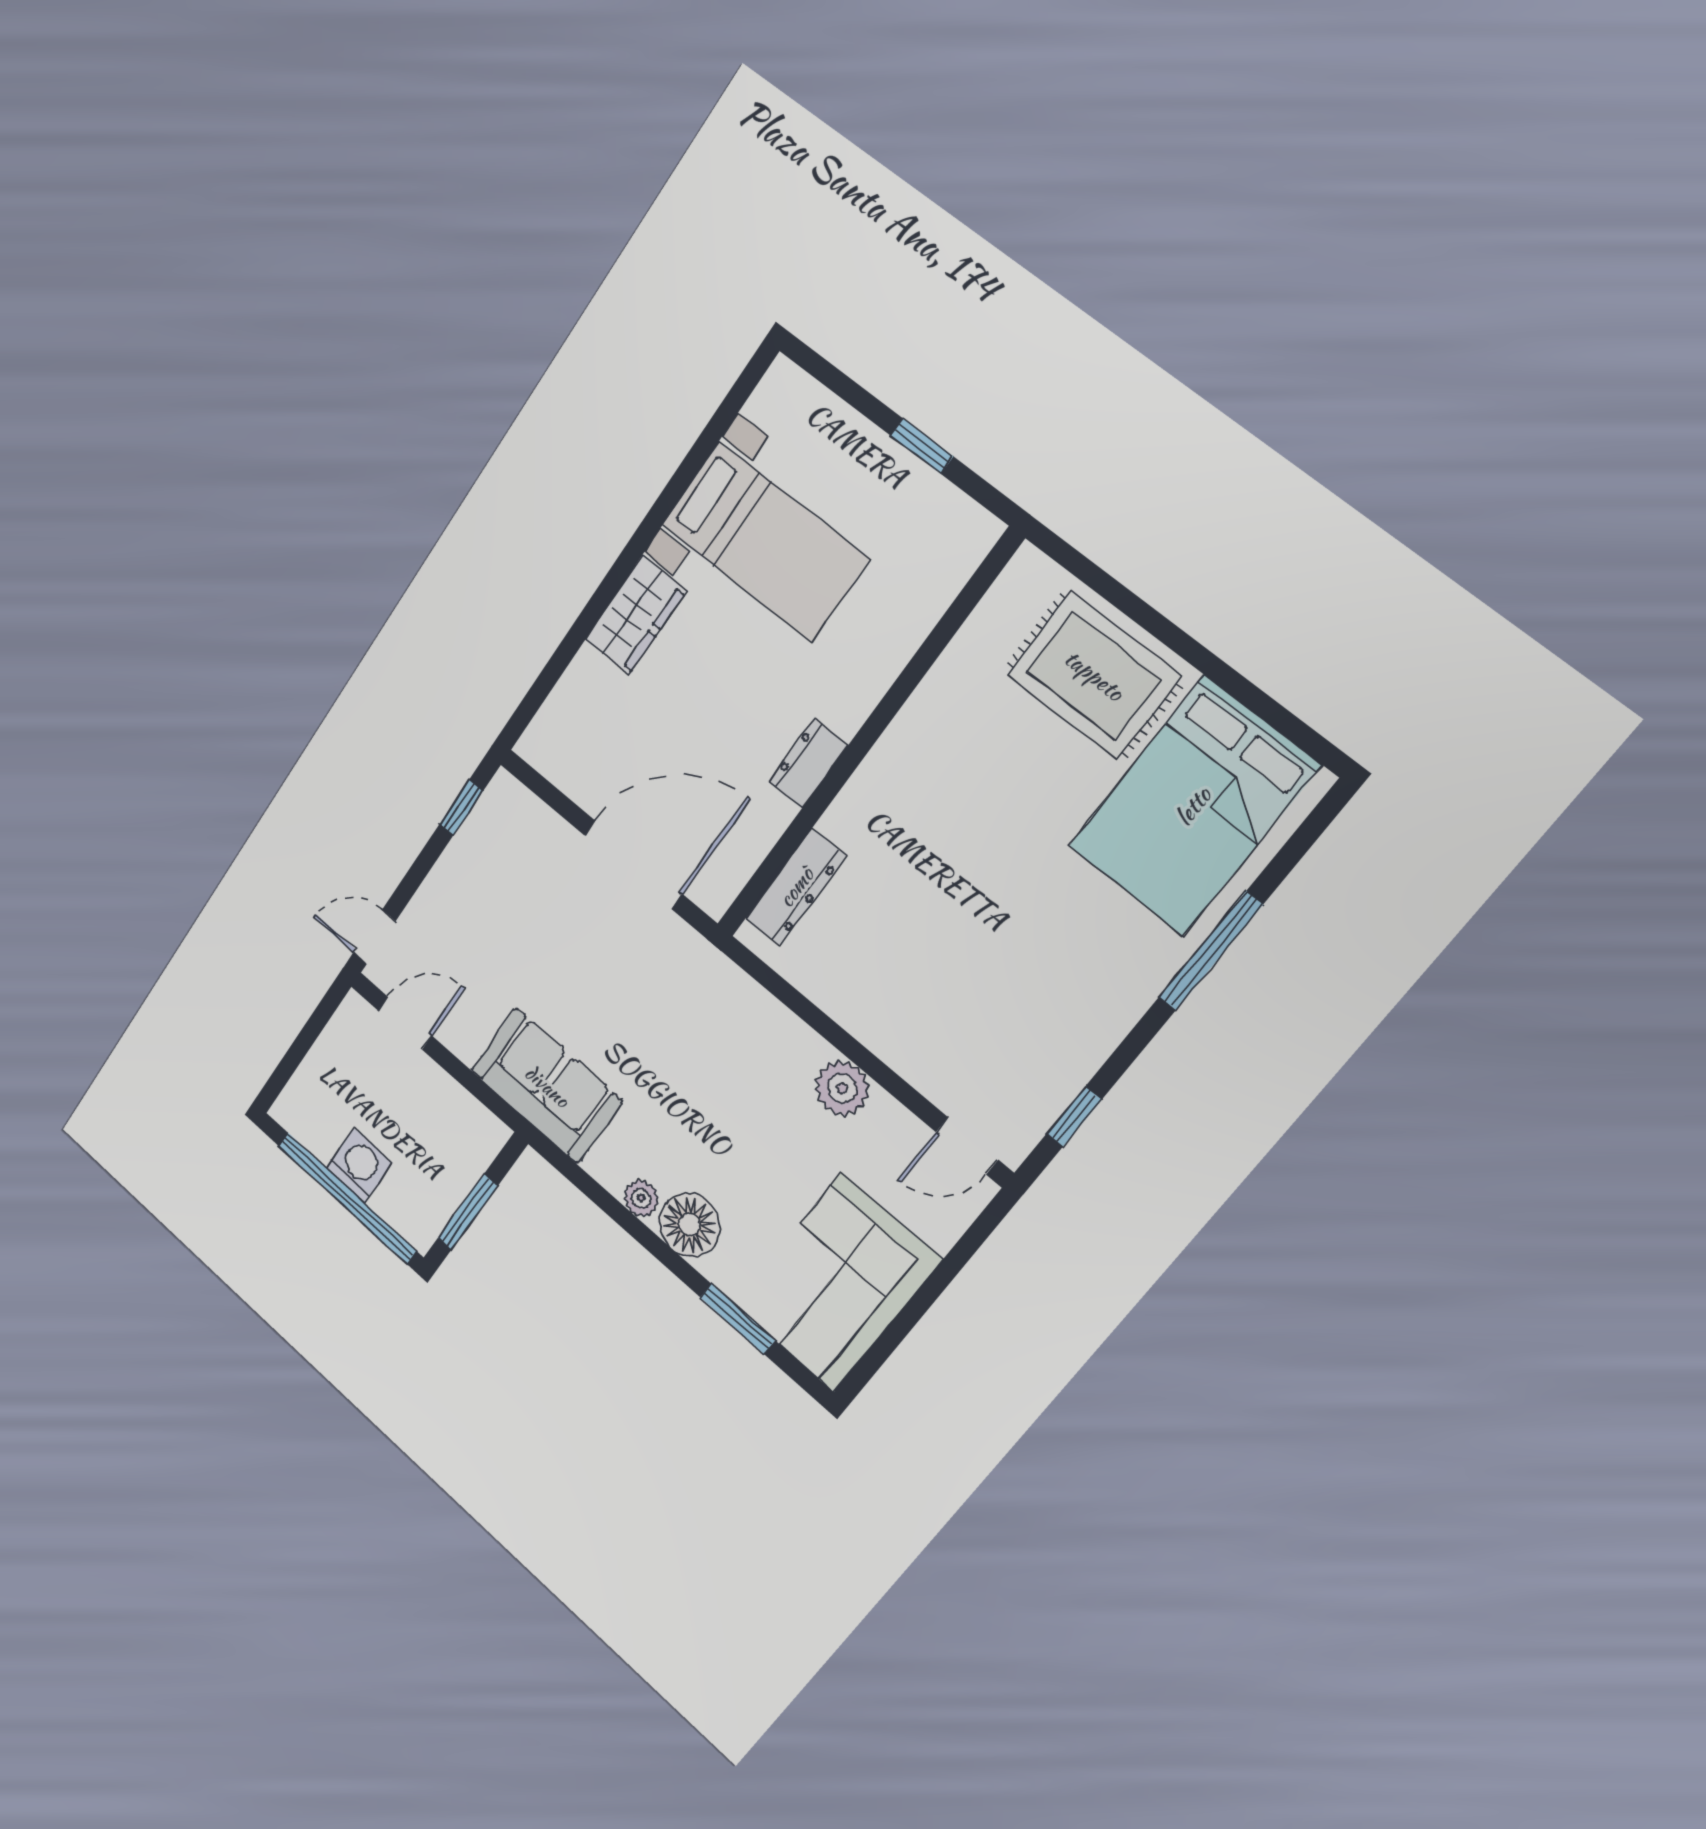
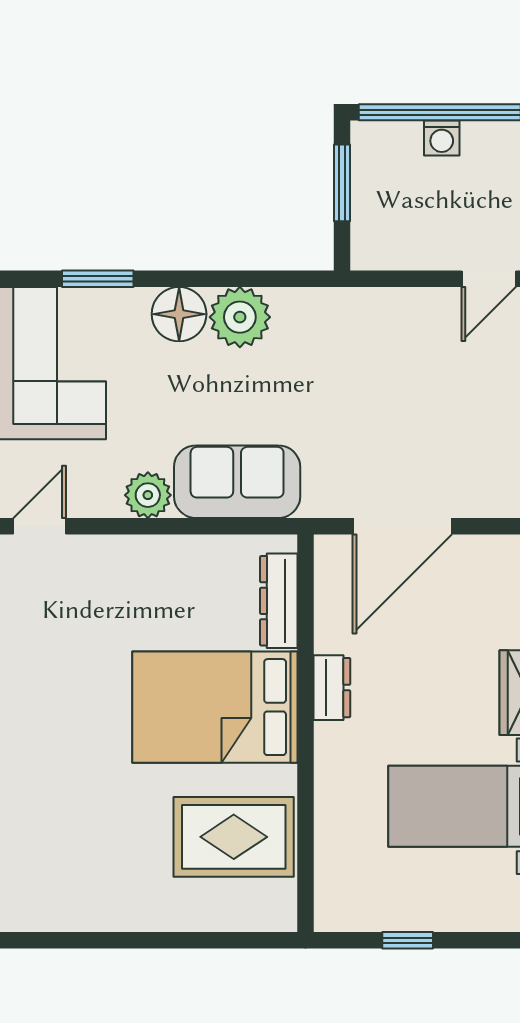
rug: (1094, 675) -> (234, 837), moved
bed: (1193, 806) -> (215, 707), moved, turned -90
sofa: (547, 1086) -> (237, 482), moved, turned 180
washing machine: (359, 1165) -> (442, 138), width x0.73, depth x0.73
plant: (641, 1198) -> (240, 317), width x1.88, depth x1.88

